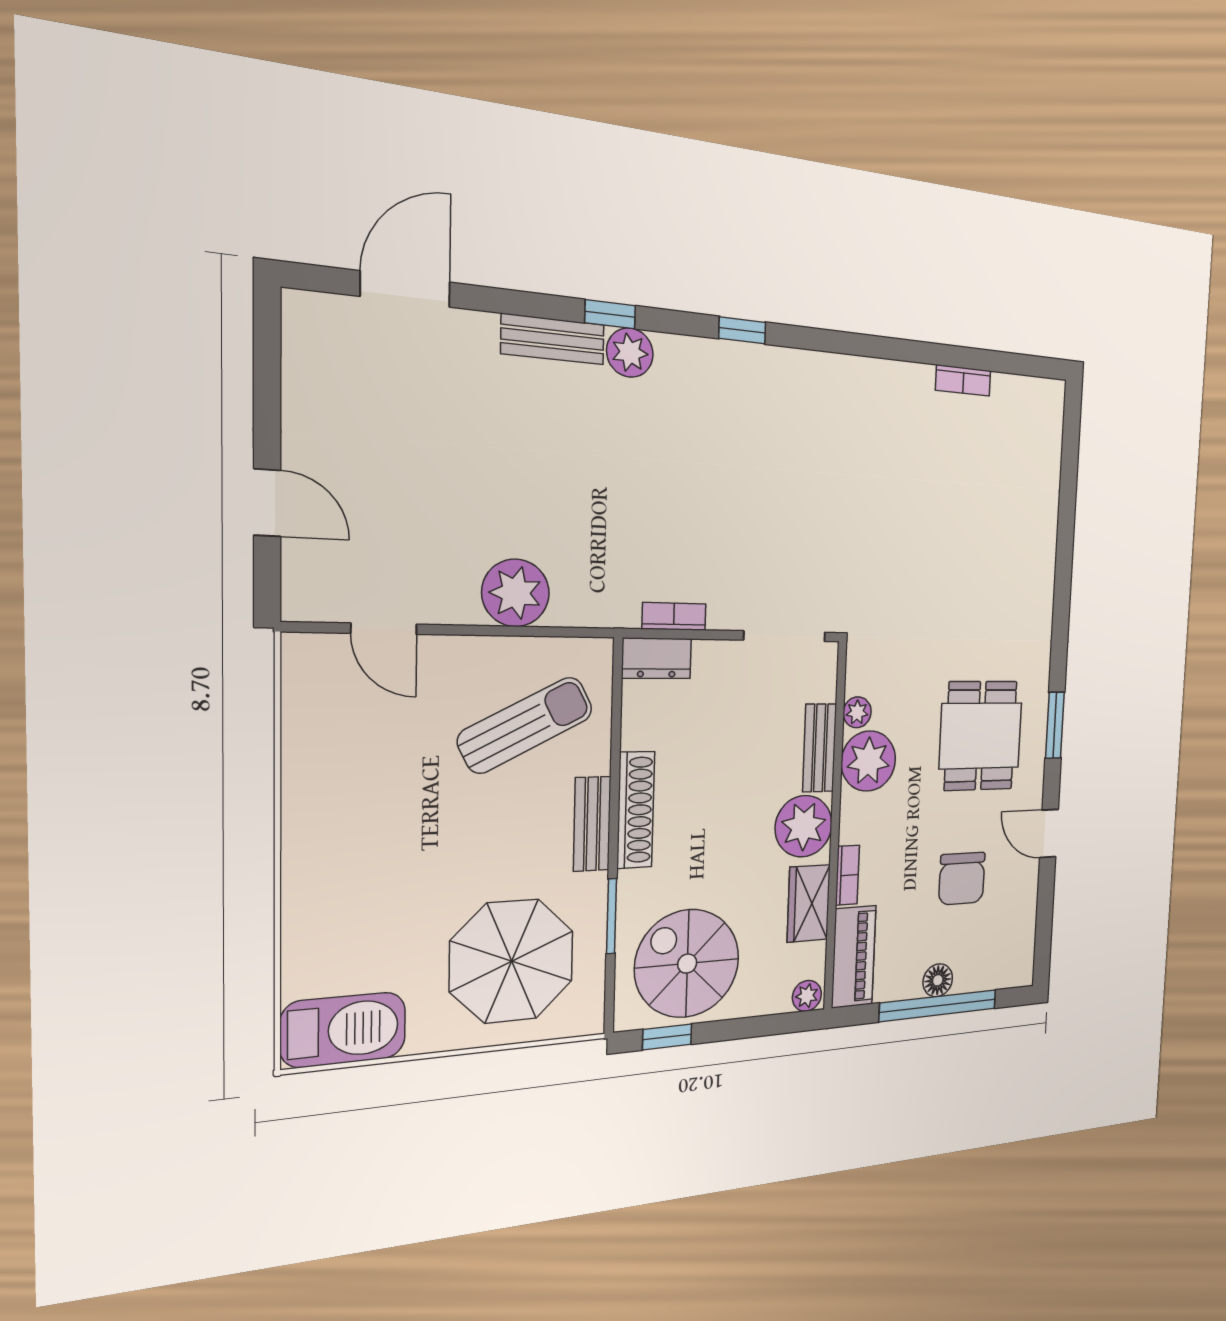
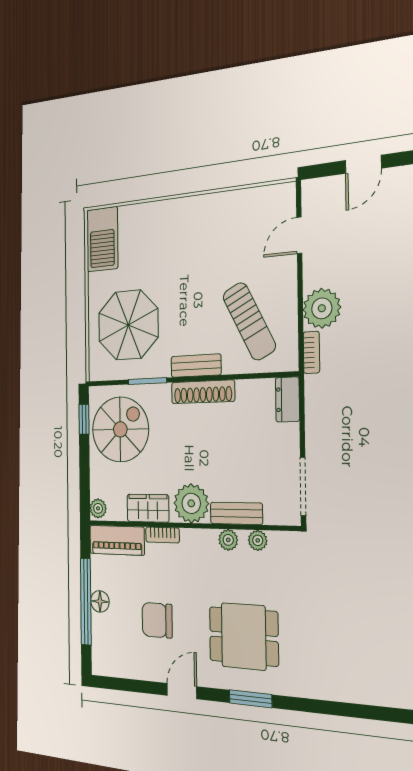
bookcase: (674, 616) -> (311, 352), moved
plant: (868, 761) -> (228, 540), width x0.53, depth x0.53

